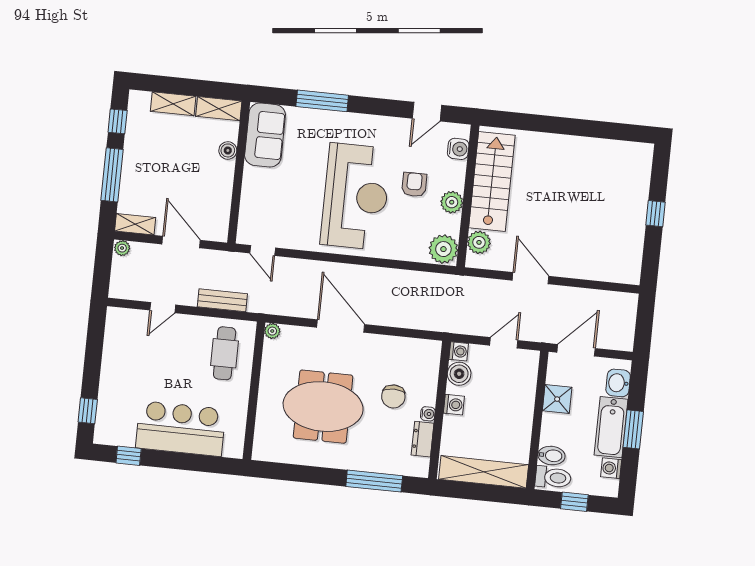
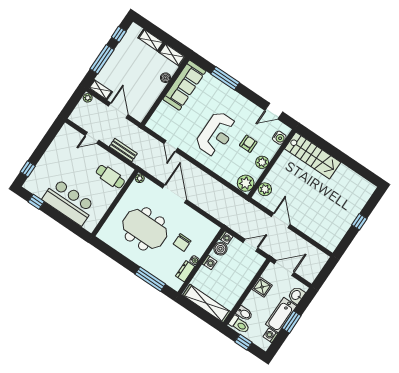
sofa: (265, 135) -> (184, 85), width x1.36
stairs: (492, 182) -> (313, 155), moved, turned 90
reception desk: (356, 196) -> (216, 134), width x0.74, depth x0.77
door: (263, 251) -> (171, 146), moved
cafe table: (225, 353) -> (110, 177), turned 90

